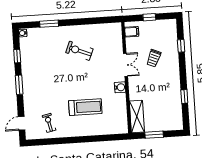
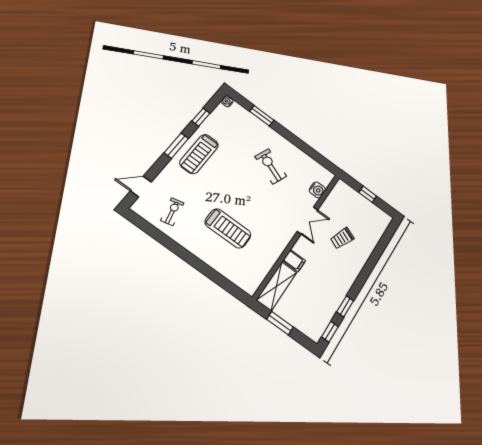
filing cabinet: (132, 32) -> (294, 261), moved
window: (181, 46) -> (330, 332), moved
treadmill: (35, 79) -> (199, 154), added
water cooler: (120, 87) -> (317, 190), moved

